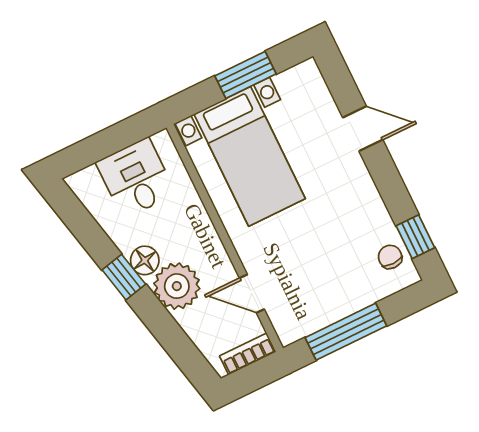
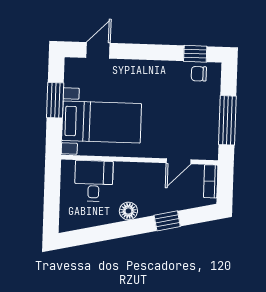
door: (363, 129) -> (98, 50), moved
desk: (136, 178) -> (94, 181), moved, turned 90
window: (124, 277) -> (167, 221), moved
plant: (177, 286) -> (152, 201), removed

